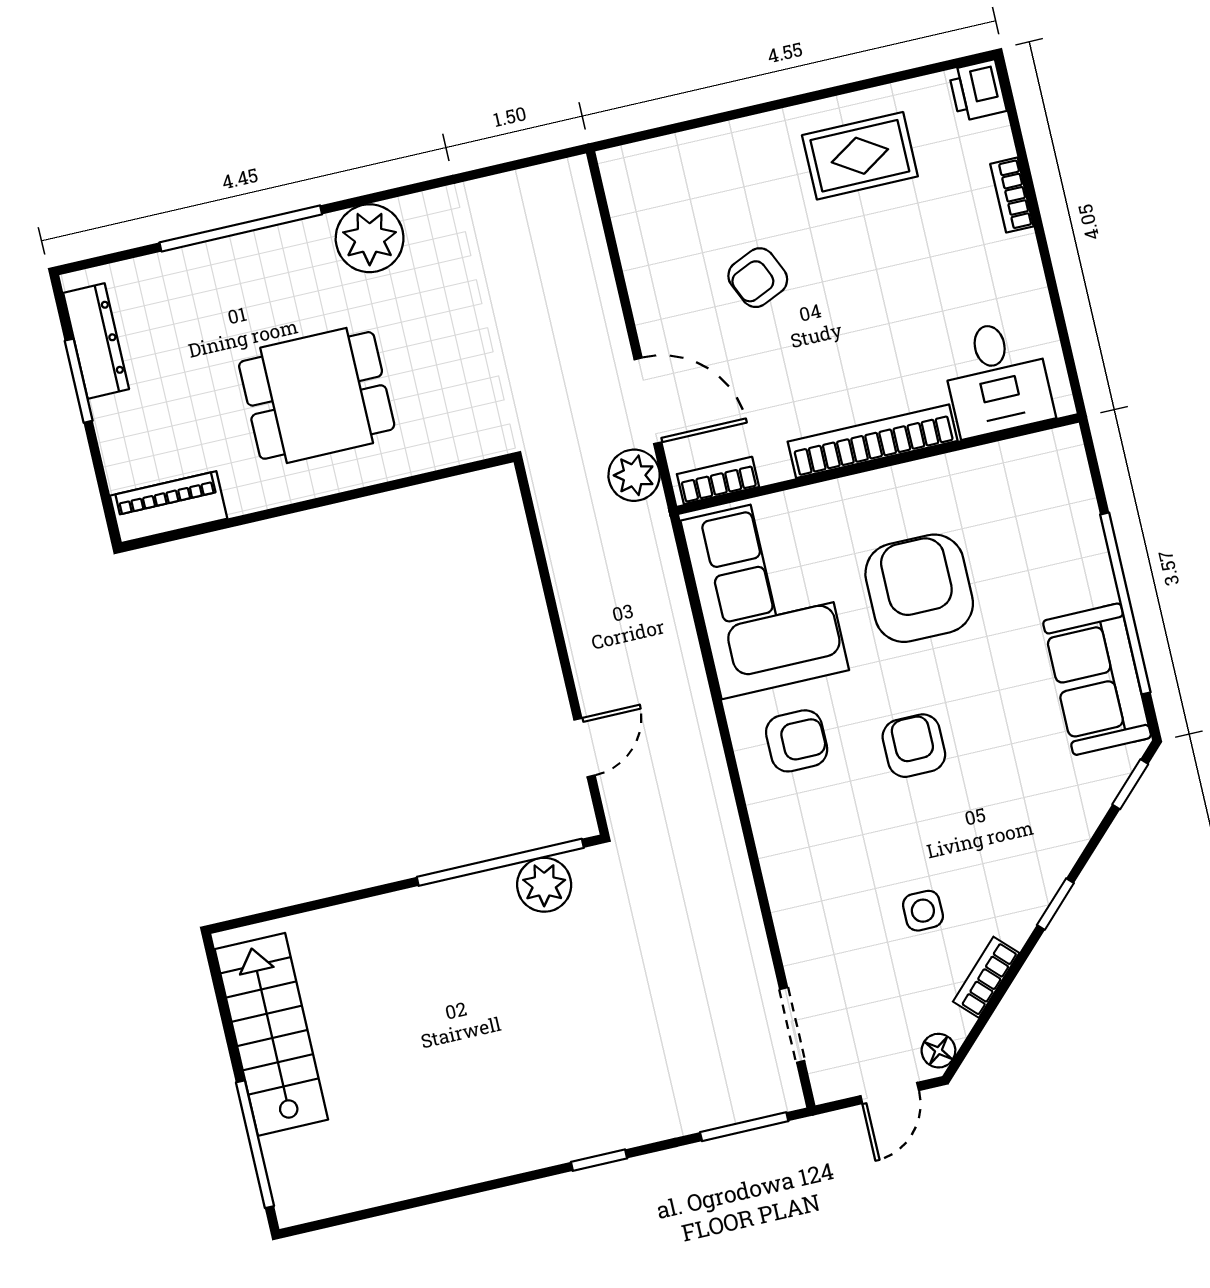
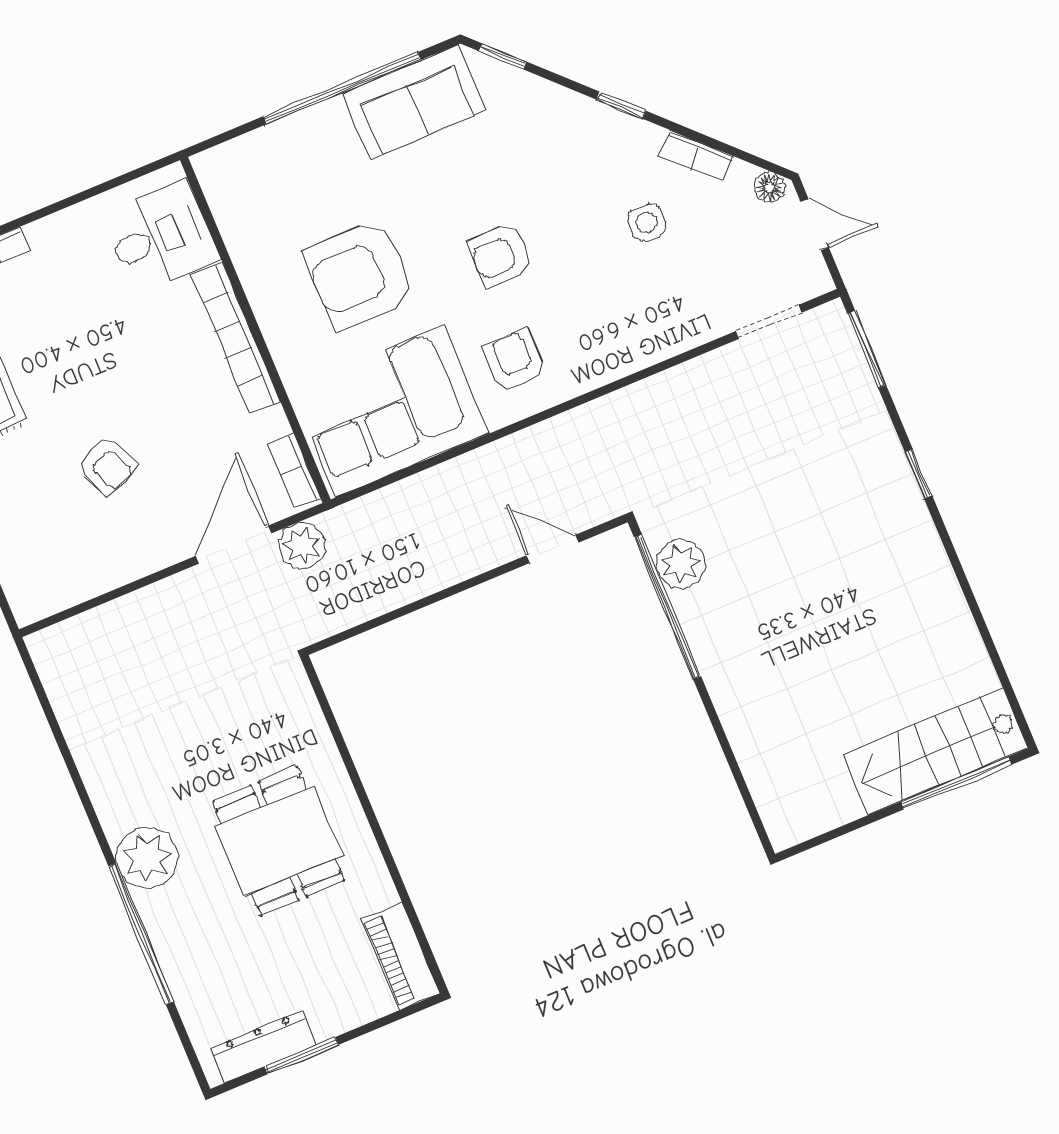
plant: (370, 238) -> (147, 858), moved
stairs: (271, 1034) -> (936, 752), moved

